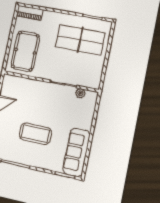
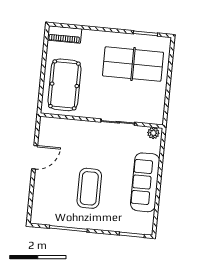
plant: (80, 93) -> (153, 133), moved
coffee table: (35, 134) -> (89, 188), turned 90
sofa: (76, 152) -> (145, 182), moved

